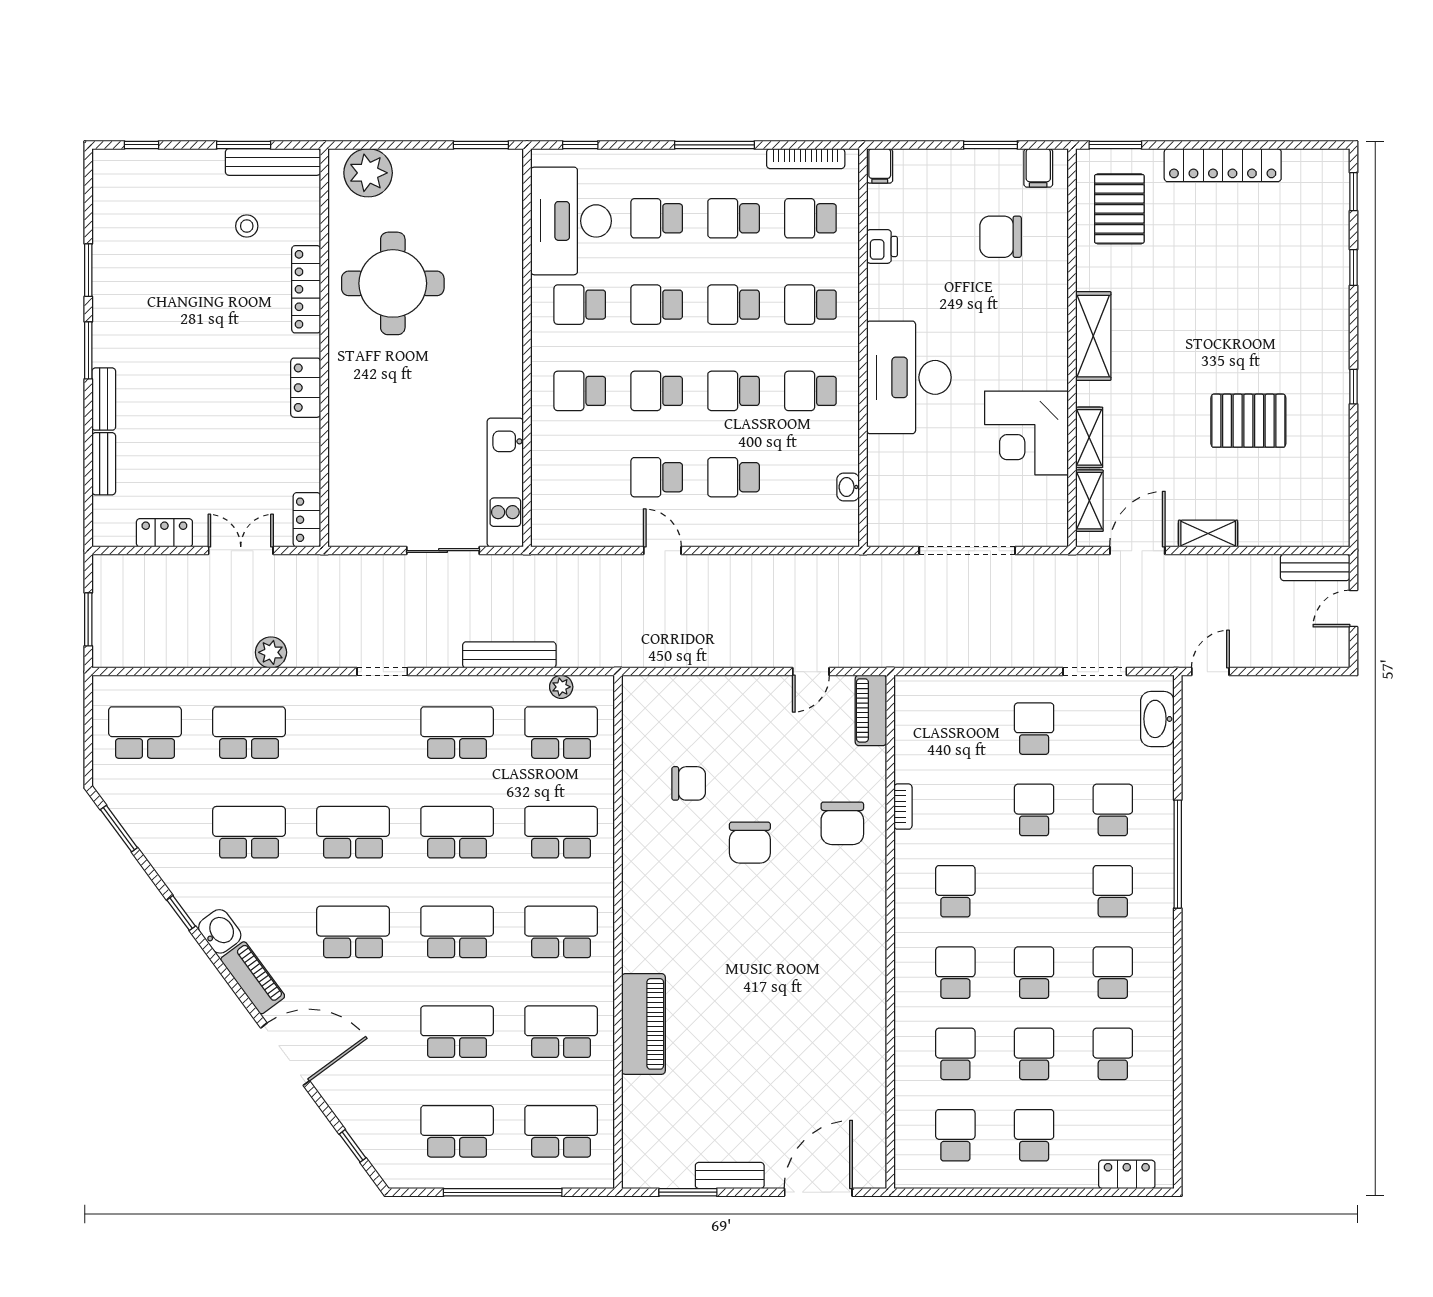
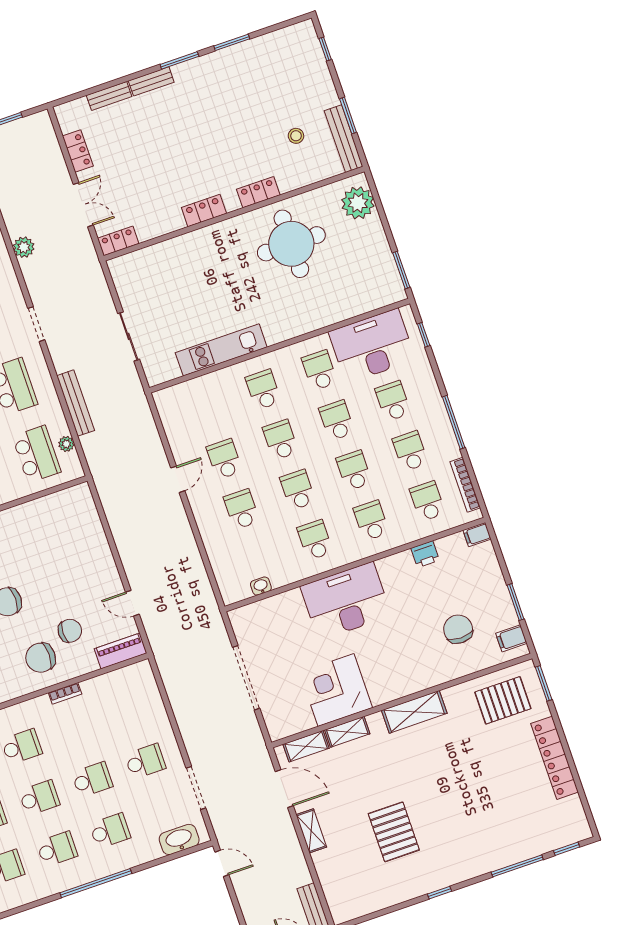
window: (1353, 267) -> (517, 866), width x2.17
locker: (306, 289) -> (258, 192), width x0.66
kitchen unit: (505, 483) -> (221, 350), moved
chair: (689, 783) -> (70, 631), moved, turned -90
school desk: (1034, 891) -> (39, 798), added

